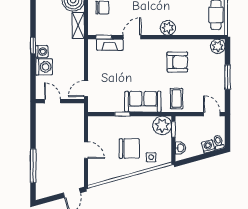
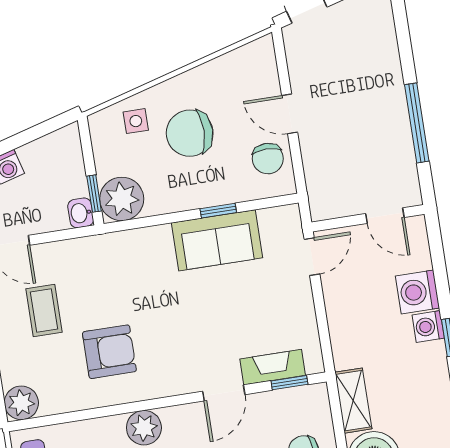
armchair: (177, 62) -> (109, 352), turned 180
coffee table: (176, 99) -> (44, 311), moved
sofa: (143, 102) -> (217, 240), moved
chair: (98, 133) -> (268, 159), added
washbasin: (180, 148) -> (81, 213), moved
window: (33, 166) -> (417, 123), moved

